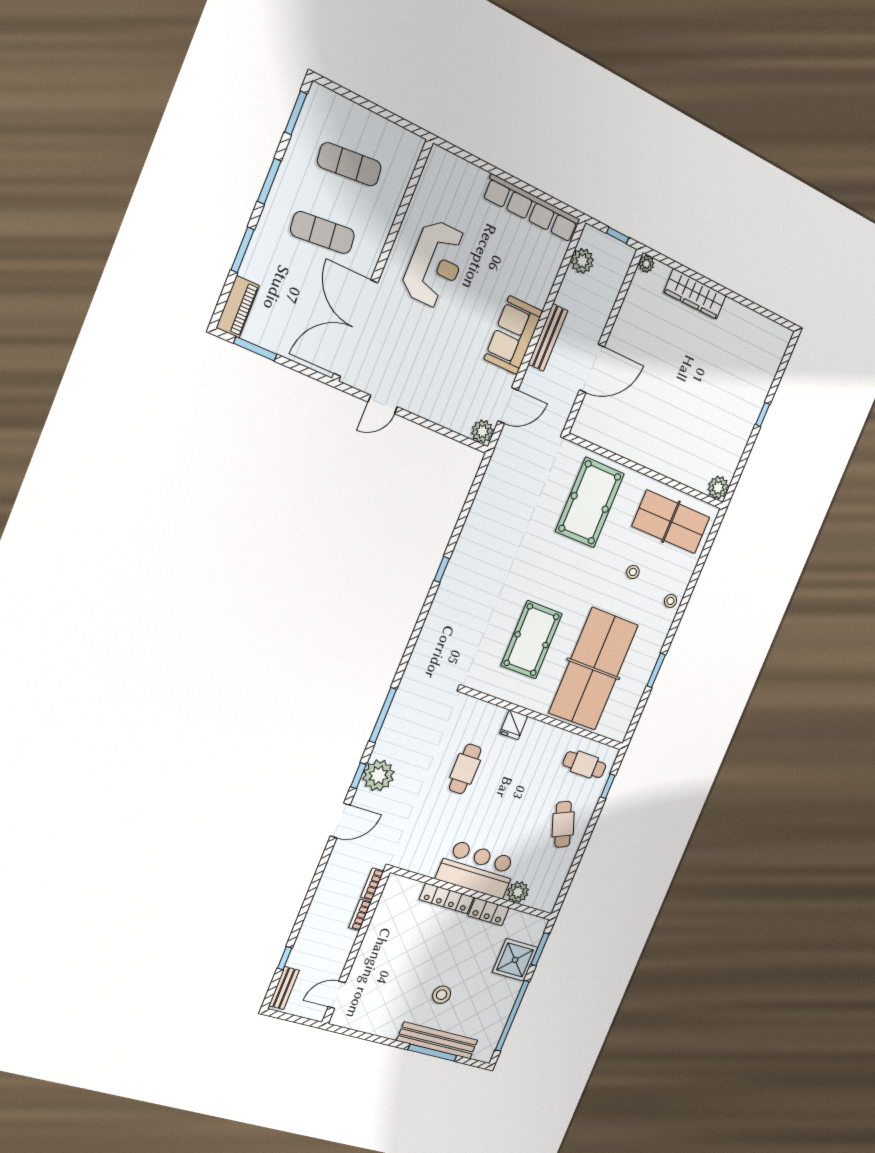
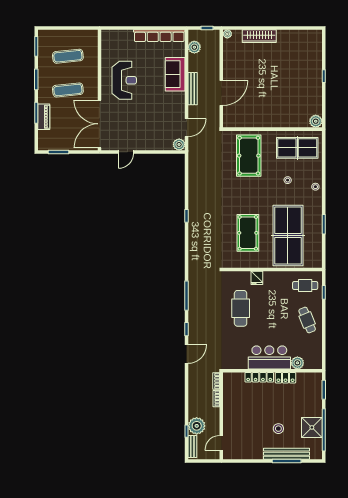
piano: (238, 307) -> (44, 117), moved
sofa: (513, 335) -> (175, 74), moved
cafe table: (465, 769) -> (241, 308), width x1.37, depth x1.35
plant: (378, 775) -> (197, 426), moved
shower: (515, 960) -> (312, 427), moved

